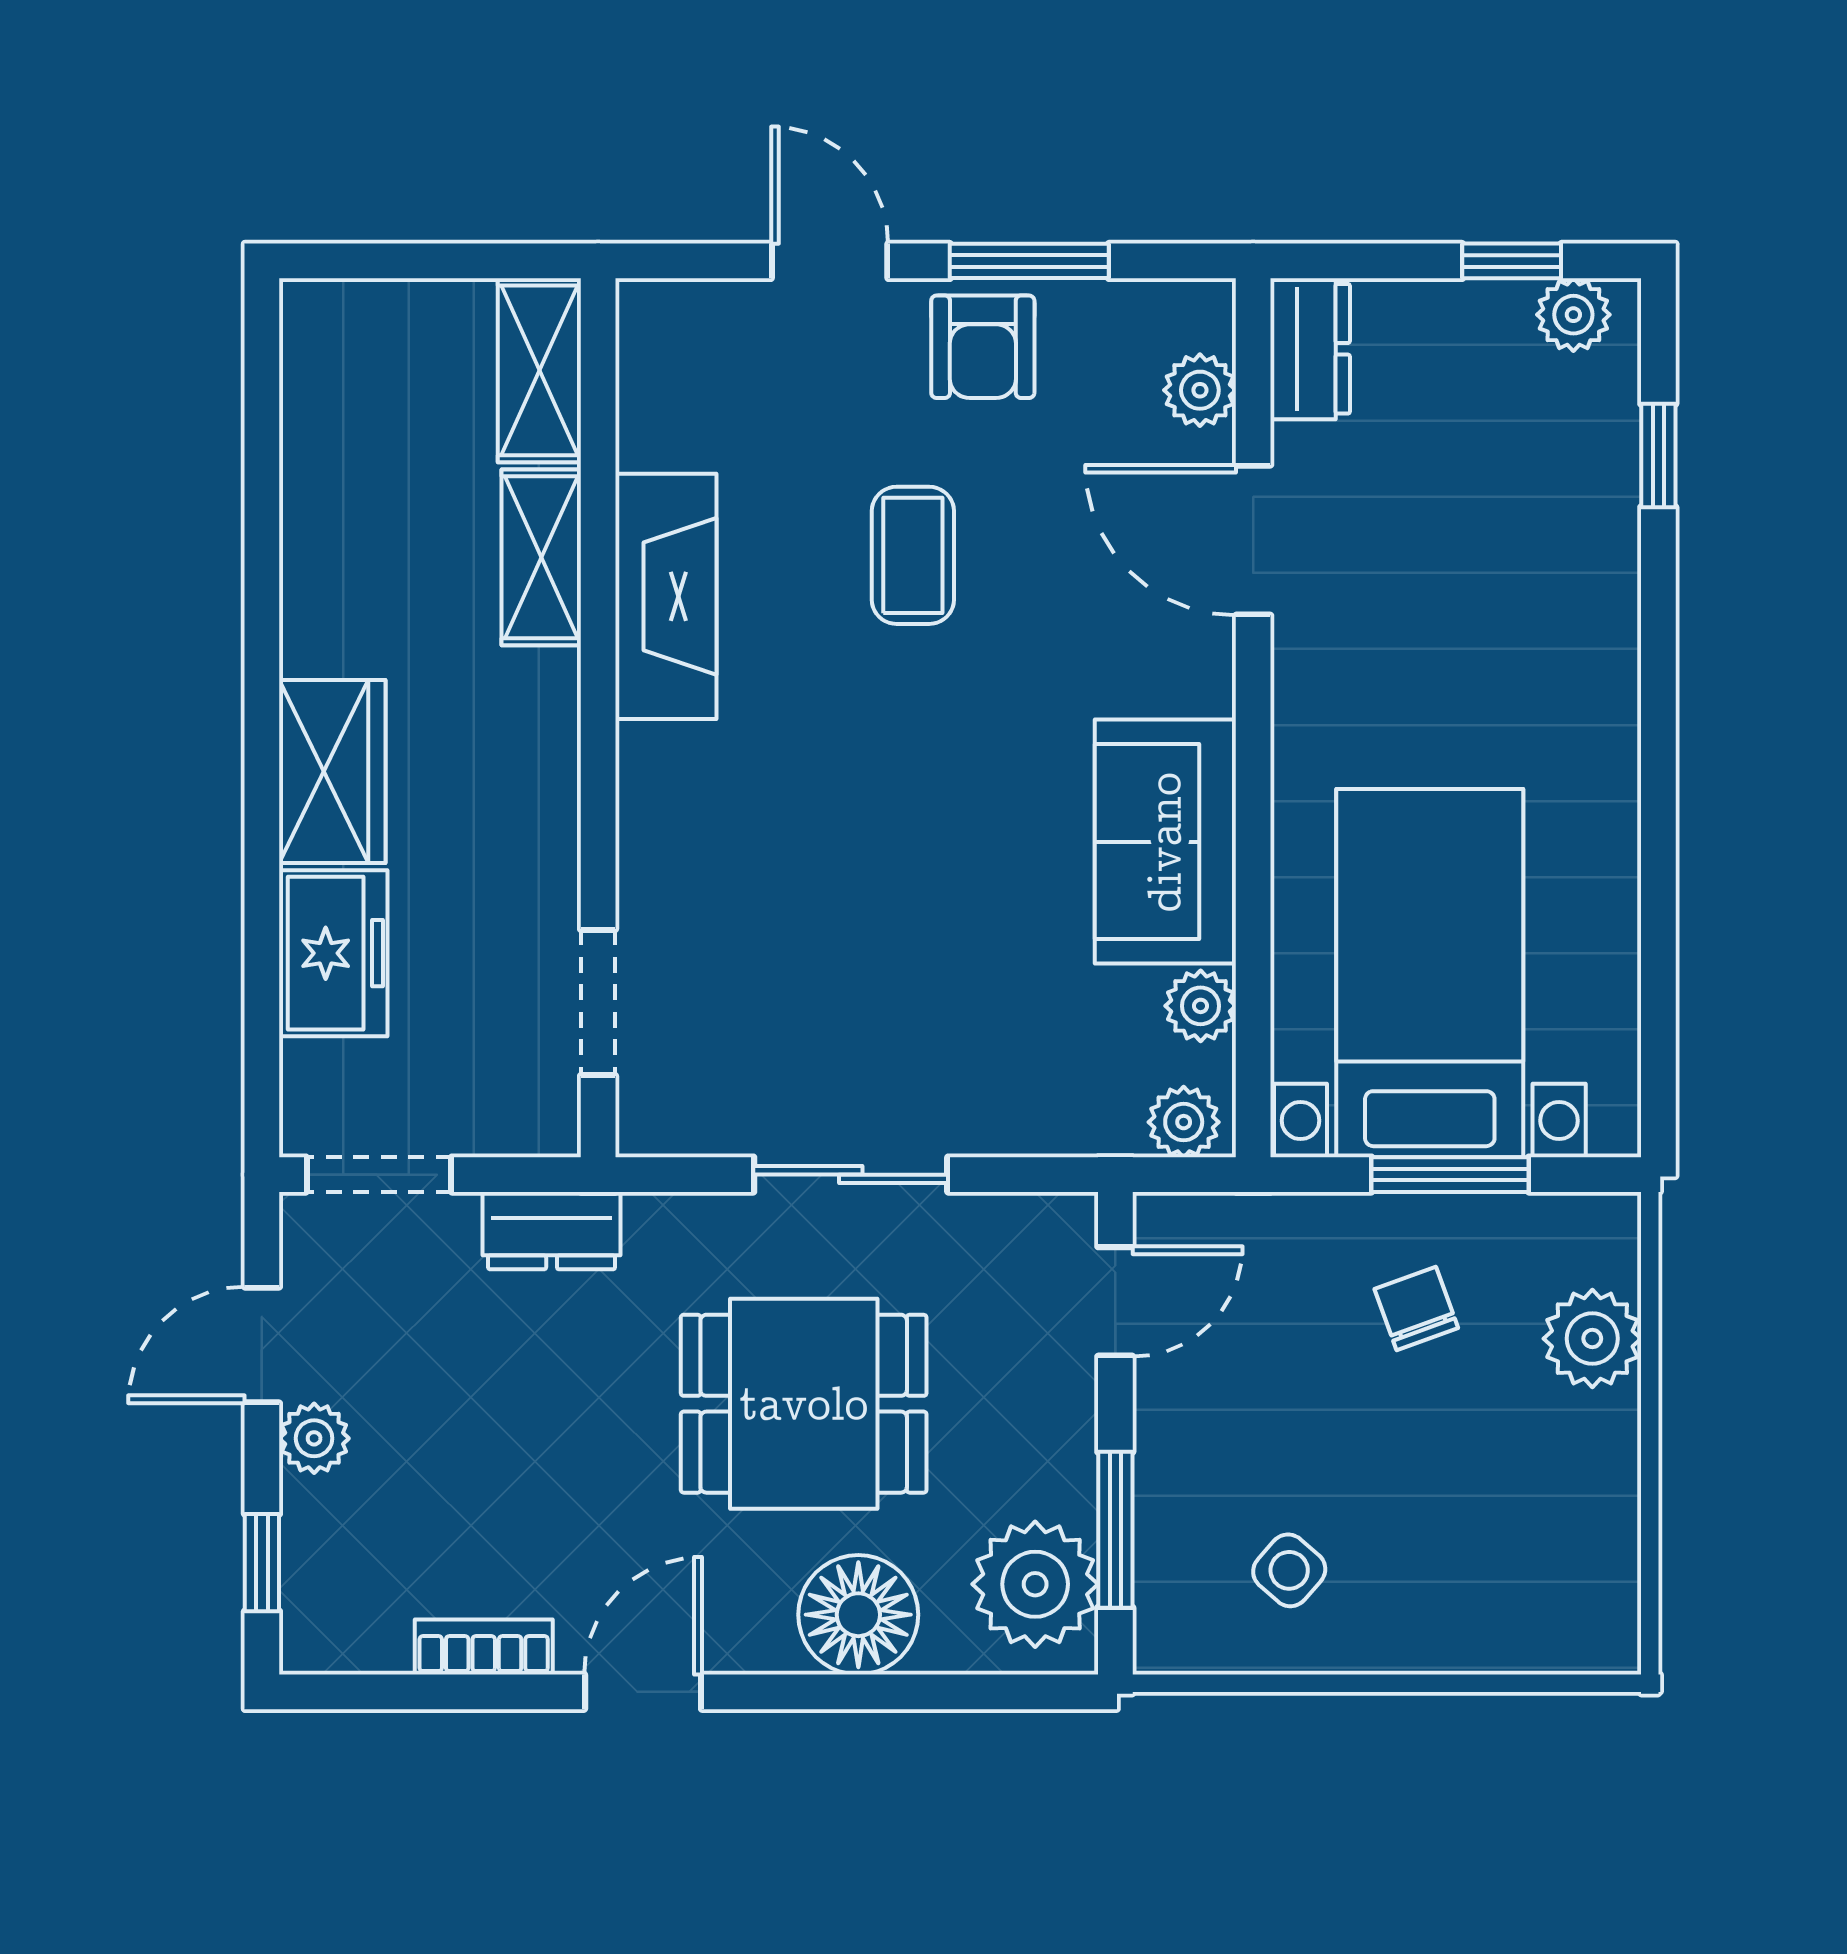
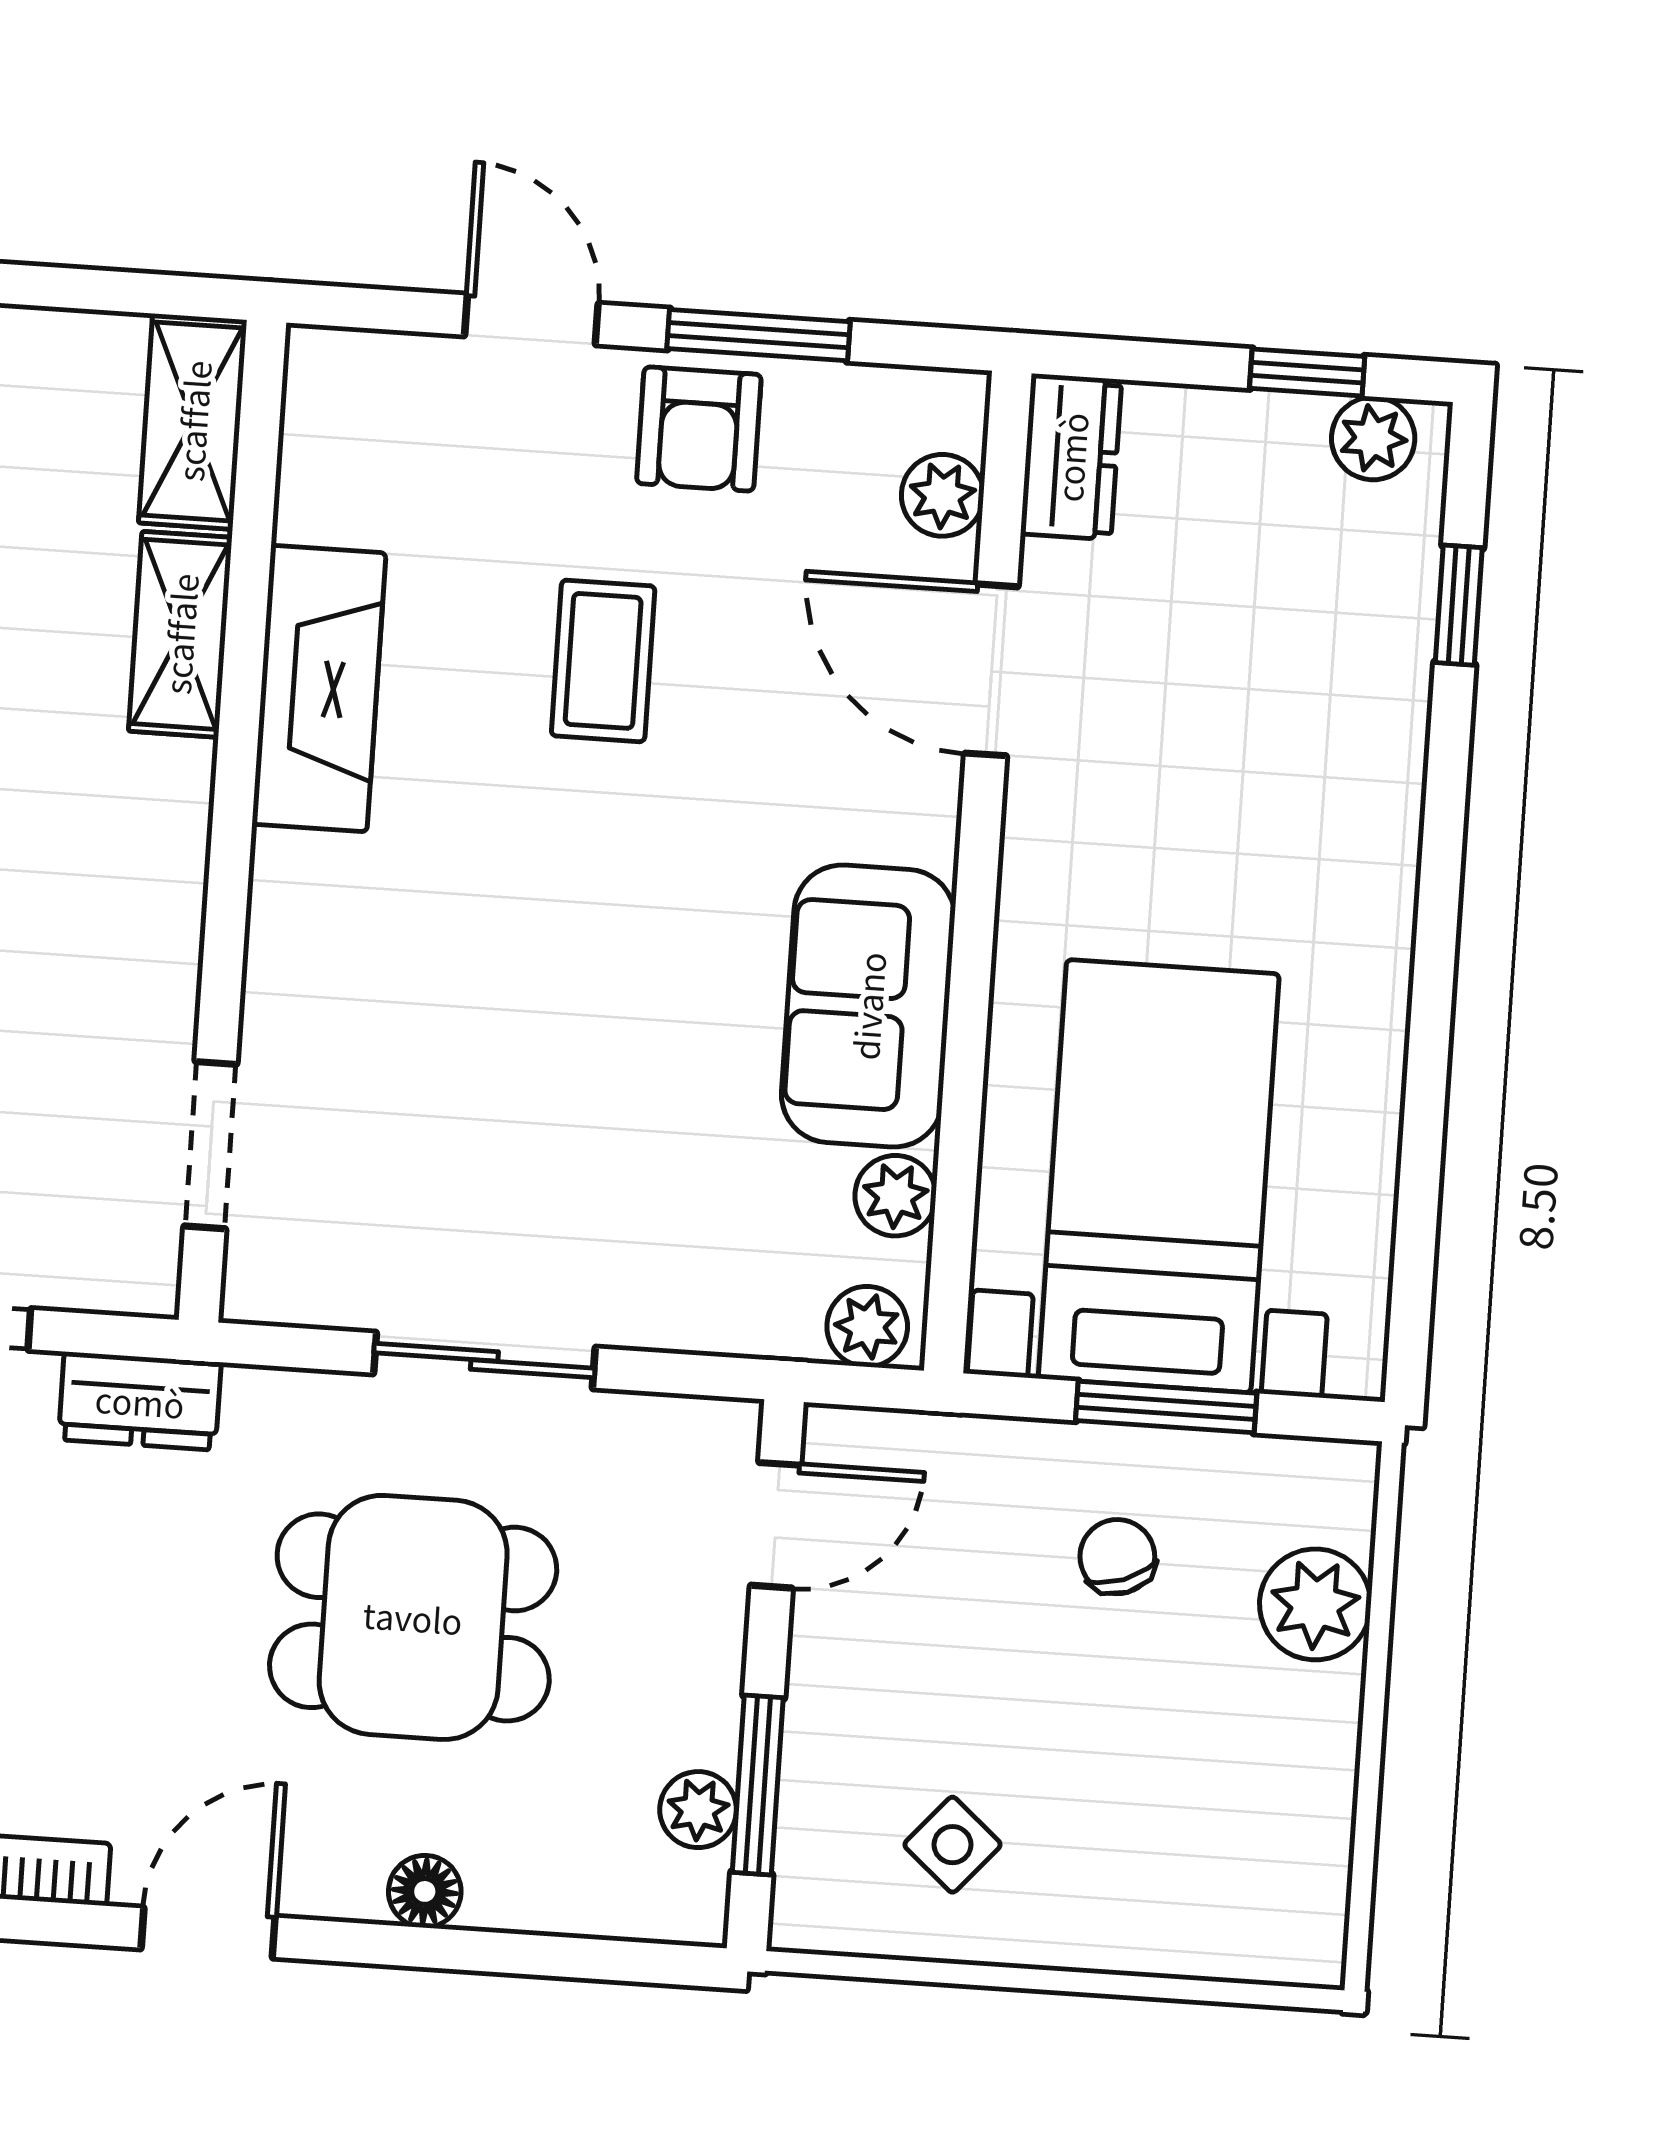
plant: (1035, 1584) -> (698, 1810), width x0.53, depth x0.53
floor lamp: (858, 1615) -> (425, 1891), width x0.53, depth x0.53

